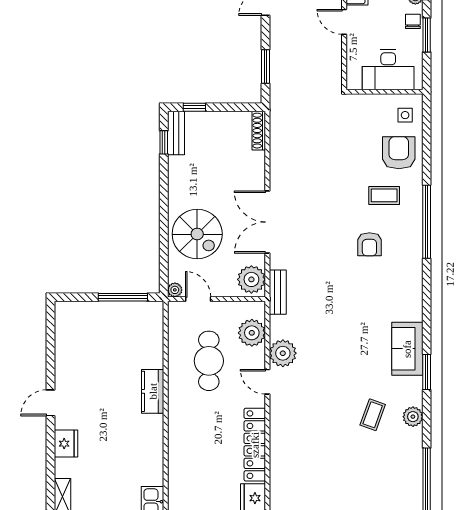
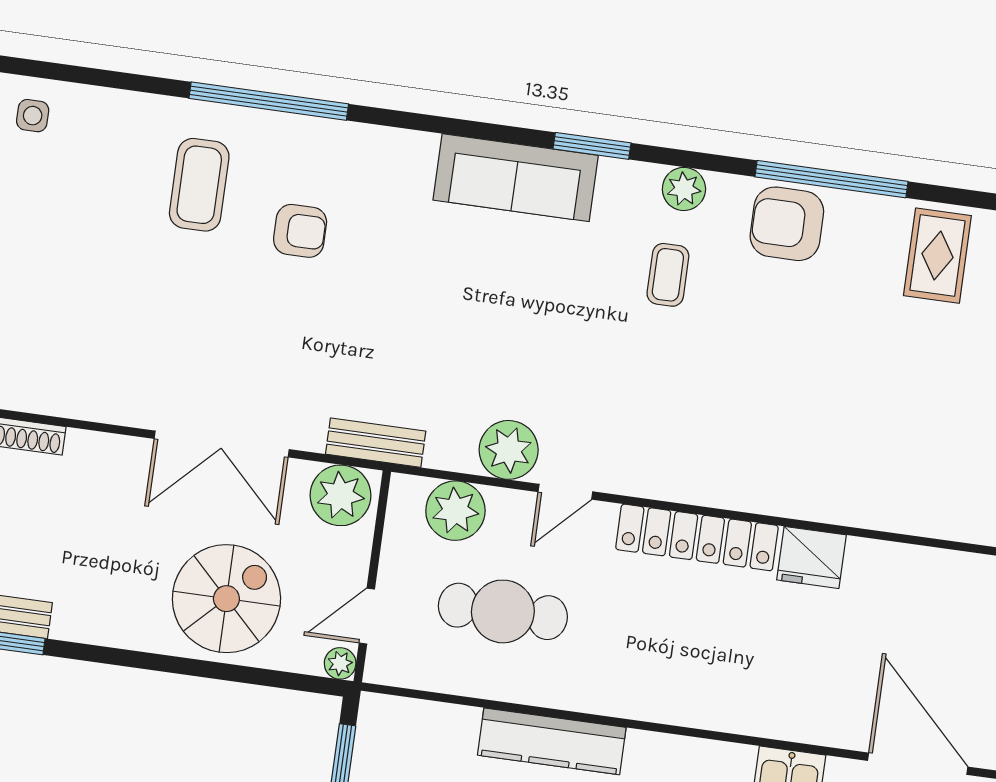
armchair: (399, 153) -> (787, 224), moved
coffee table: (384, 195) -> (199, 185), width x1.36, depth x1.30
sofa: (407, 349) -> (516, 178), width x1.36
kitchen counter: (153, 391) -> (552, 741), width x1.50
coffee table: (373, 415) -> (668, 275), turned 70

